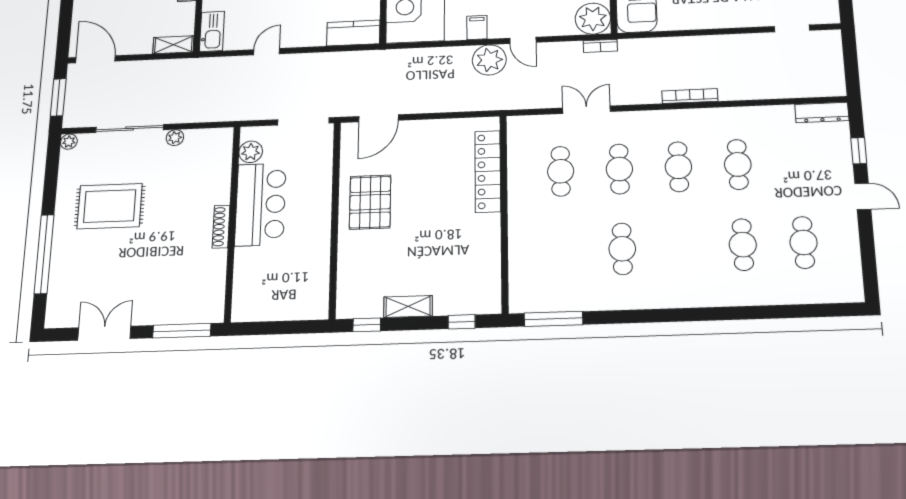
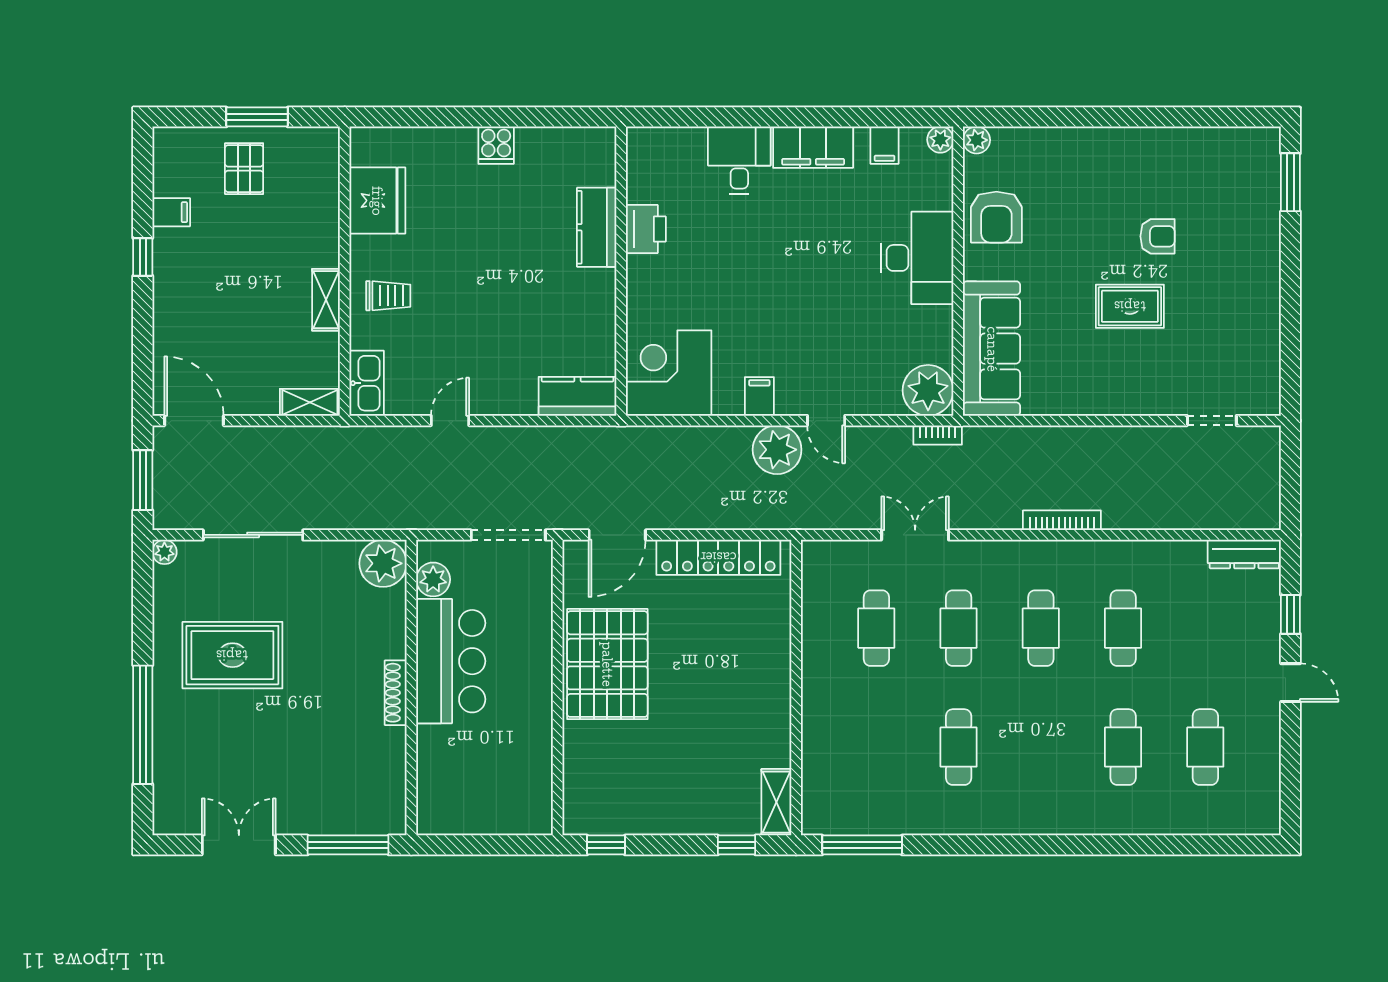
plant: (175, 138) -> (383, 563), moved, width x1.88, depth x1.88
locker: (488, 171) -> (718, 557), moved, turned -90
pallet: (370, 202) -> (607, 664), width x1.37, depth x1.41
shelving: (408, 306) -> (776, 802), moved, turned 90

